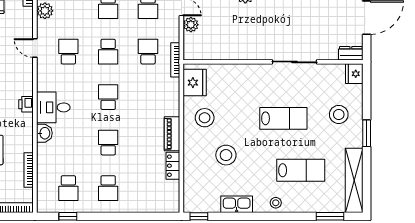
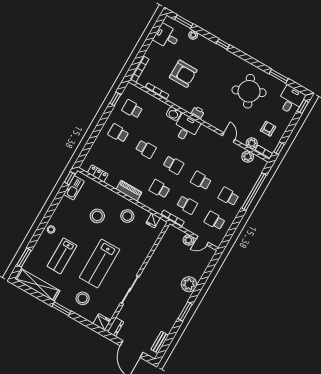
plant: (25, 15) -> (252, 143), added
door: (35, 48) -> (229, 138), hinge flipped
school desk: (68, 52) -> (160, 189), moved, turned 180
fridge: (195, 83) -> (153, 220), width x0.53, depth x0.75
lab bench: (283, 118) -> (100, 264), width x1.36, depth x1.39
locker: (173, 166) -> (98, 173), moved
kitchen sink: (237, 204) -> (74, 188), moved

